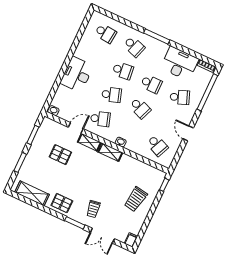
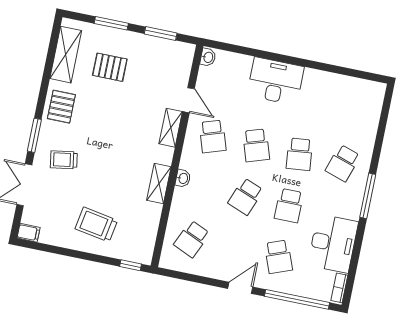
school desk: (106, 33) -> (353, 112), removed
door: (188, 133) -> (240, 288), moved
shelving: (110, 152) -> (159, 183), moved
pallet: (60, 155) -> (110, 67), moved, turned 90

